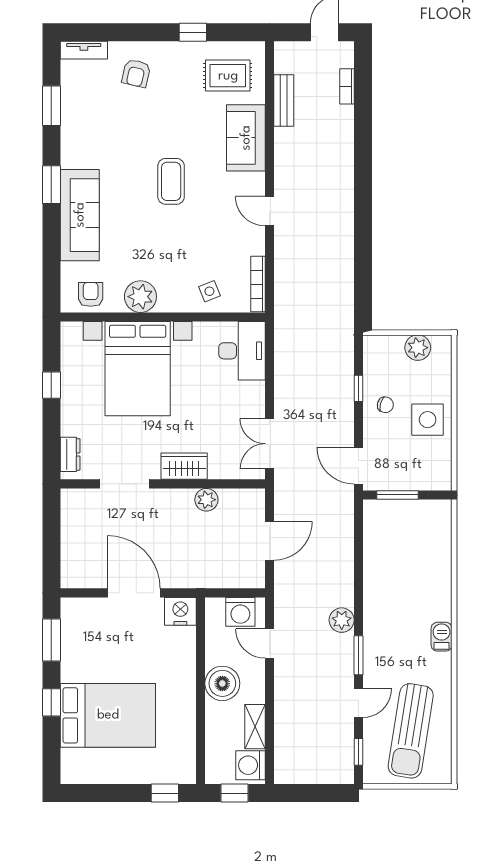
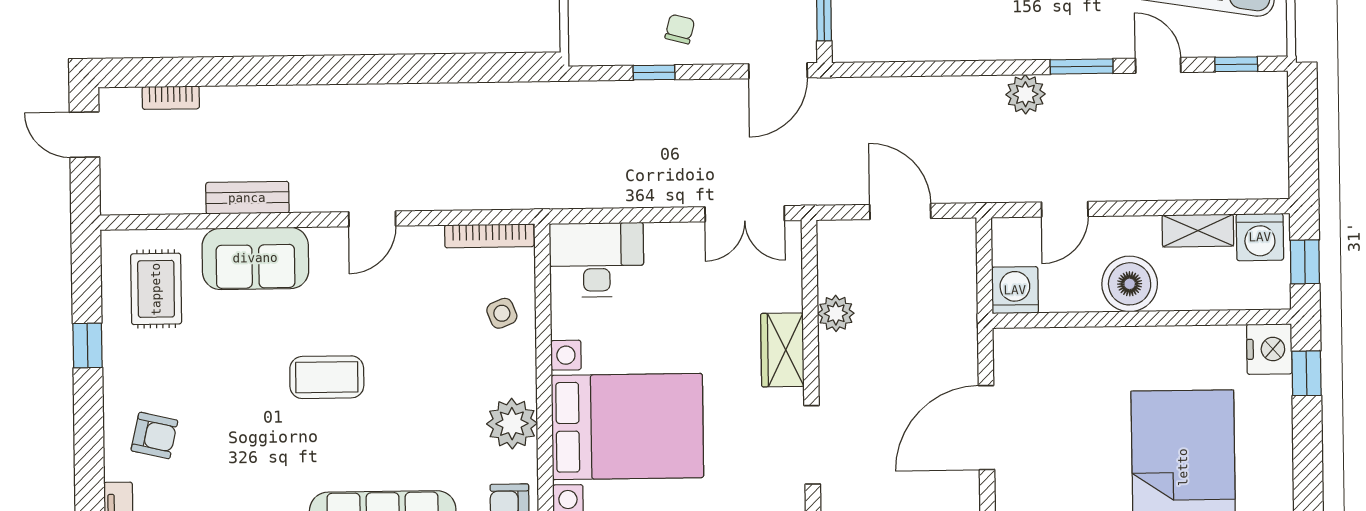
bench: (284, 100) -> (247, 198), moved
nightstand: (180, 611) -> (1269, 349), moved, turned 180
washing machine: (240, 612) -> (1015, 290), moved, turned -90

